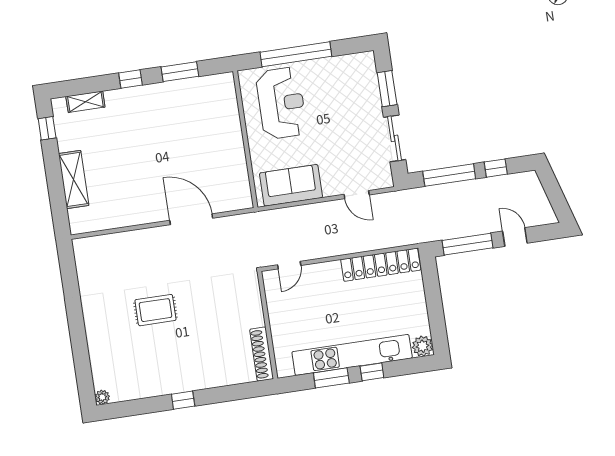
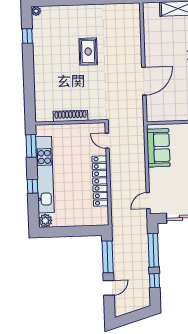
door: (357, 195) -> (148, 201), moved
locker: (381, 265) -> (100, 181), moved
shoe rack: (262, 354) -> (70, 116), moved
window: (331, 378) -> (31, 146), moved
window: (183, 400) -> (27, 36), moved

